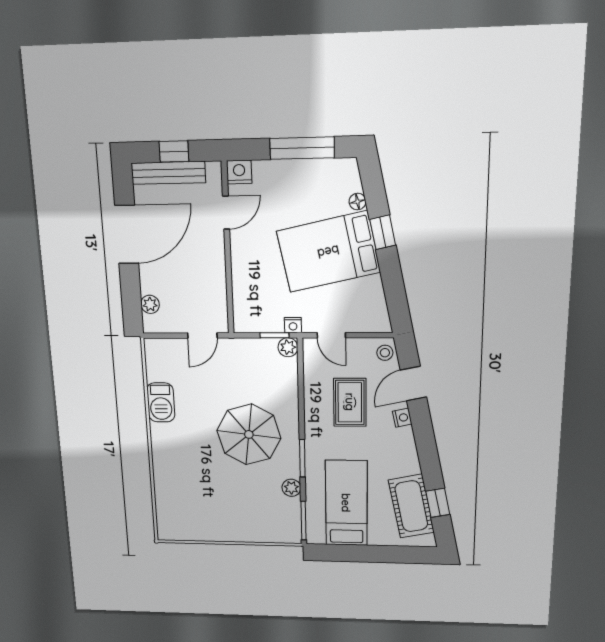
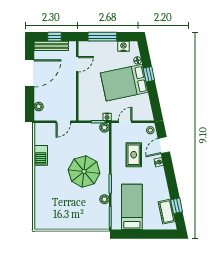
window: (302, 148) -> (102, 37), moved
nightstand: (239, 172) -> (123, 46), moved
door: (331, 335) -> (125, 122), swing flipped
cot: (411, 506) -> (167, 212), width x0.73, depth x0.75

